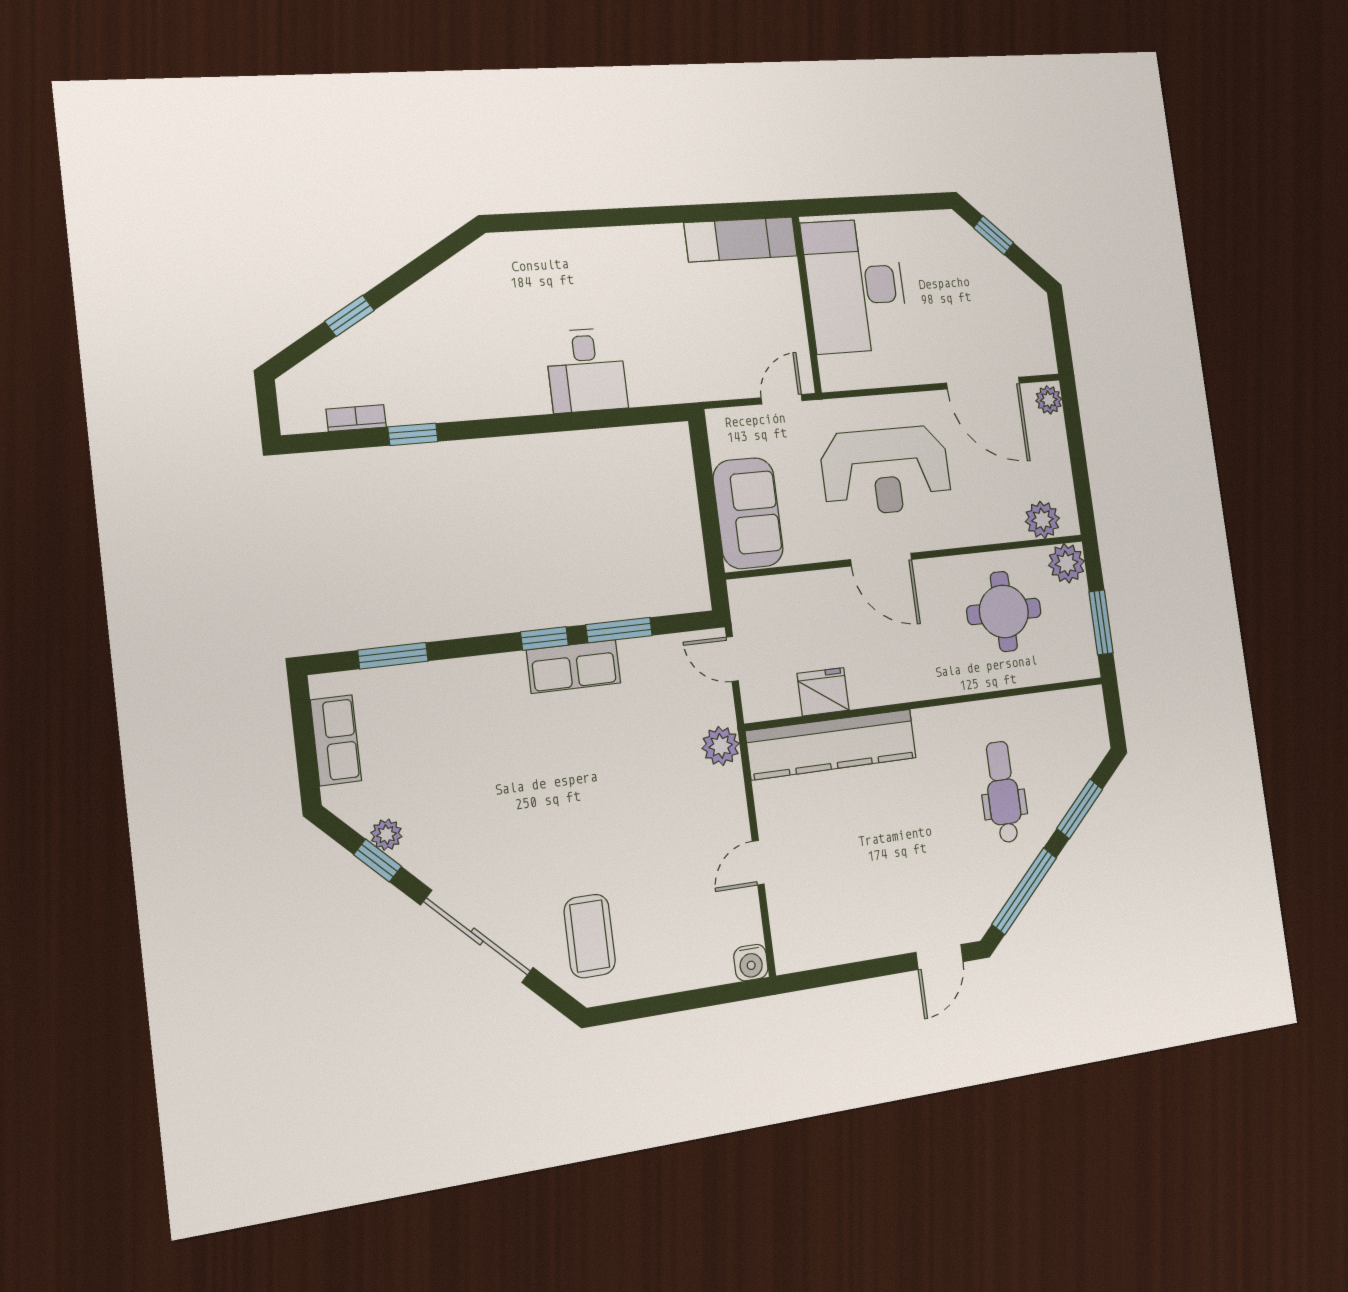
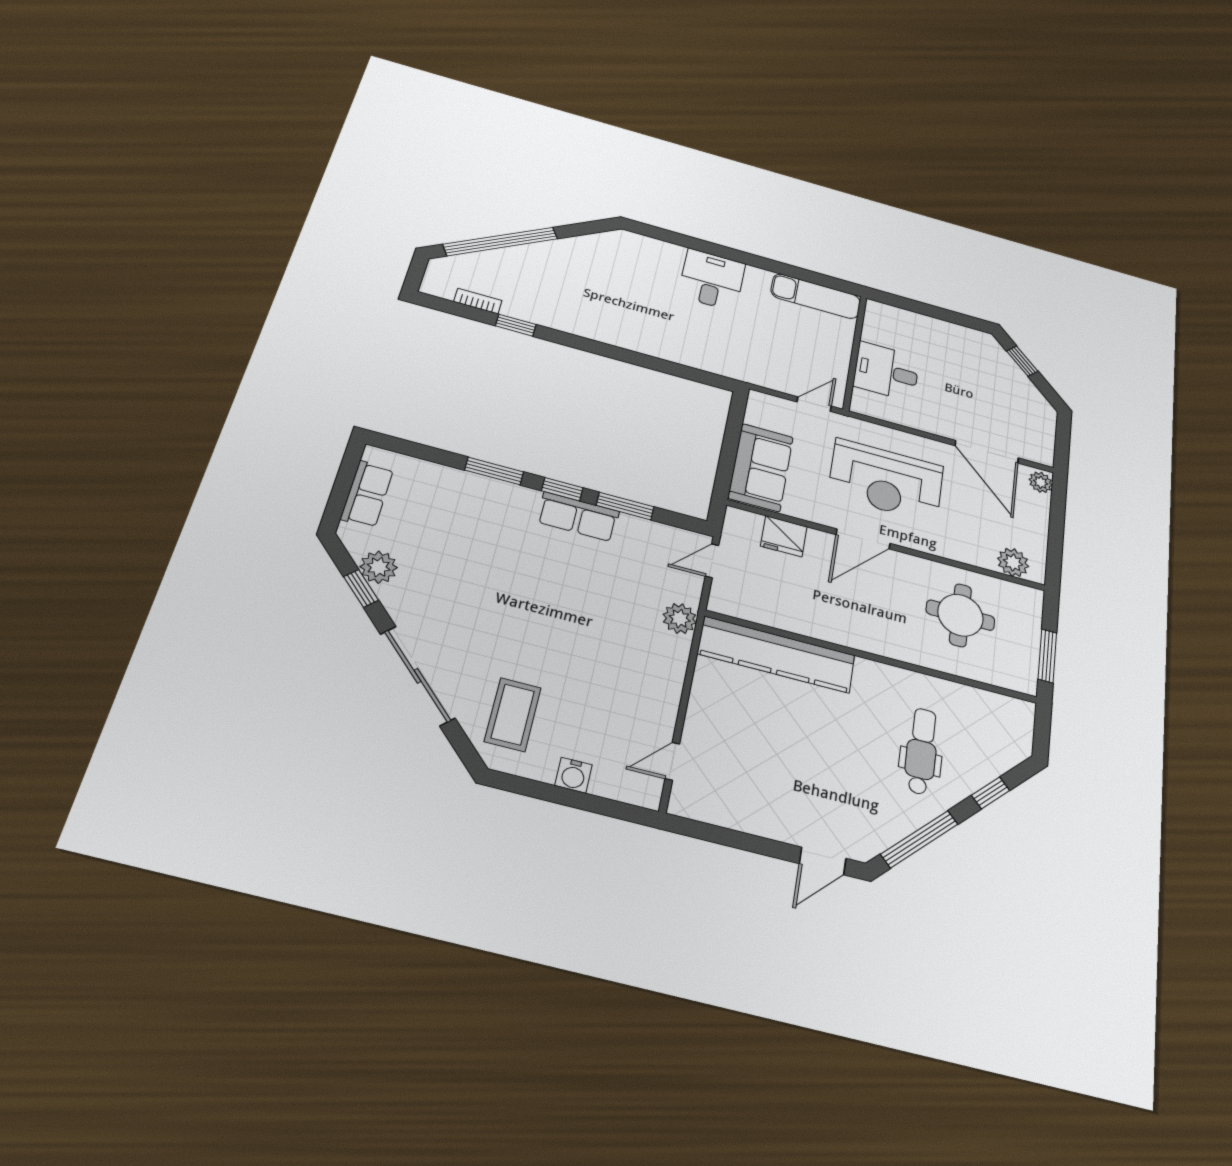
desk: (855, 286) -> (886, 371), width x0.53, depth x0.77
window: (349, 316) -> (501, 241), width x3.17
desk: (586, 370) -> (712, 280), moved, turned 180
door: (881, 560) -> (863, 539), hinge flipped
plant: (1067, 563) -> (1027, 601), removed
window: (393, 656) -> (494, 471), moved
door: (732, 659) -> (712, 561), hinge flipped
fridge: (823, 692) -> (784, 536), moved, turned 180
window: (1080, 809) -> (991, 793), width x0.67
plant: (386, 835) -> (379, 567), width x1.38, depth x1.38
door: (758, 863) -> (672, 761), moved
water cooler: (751, 963) -> (573, 775), moved

